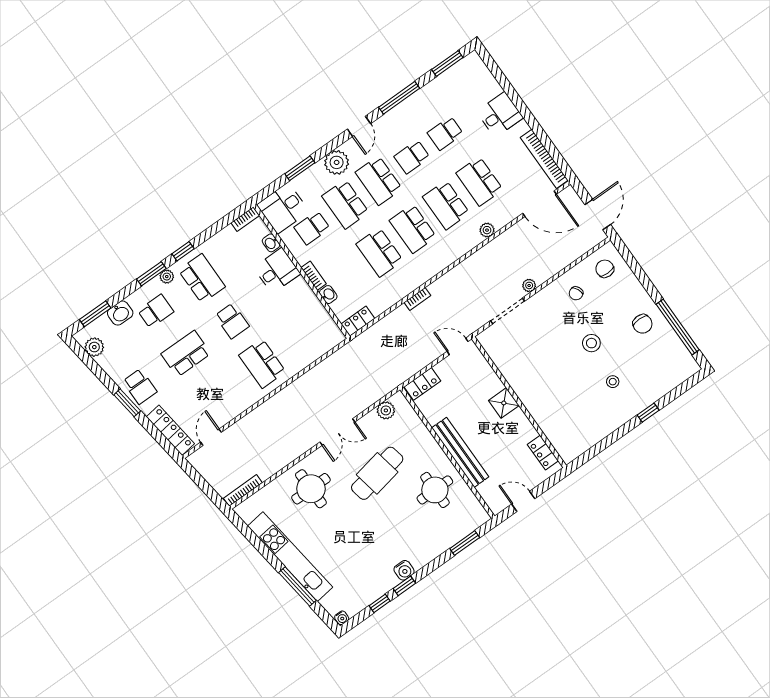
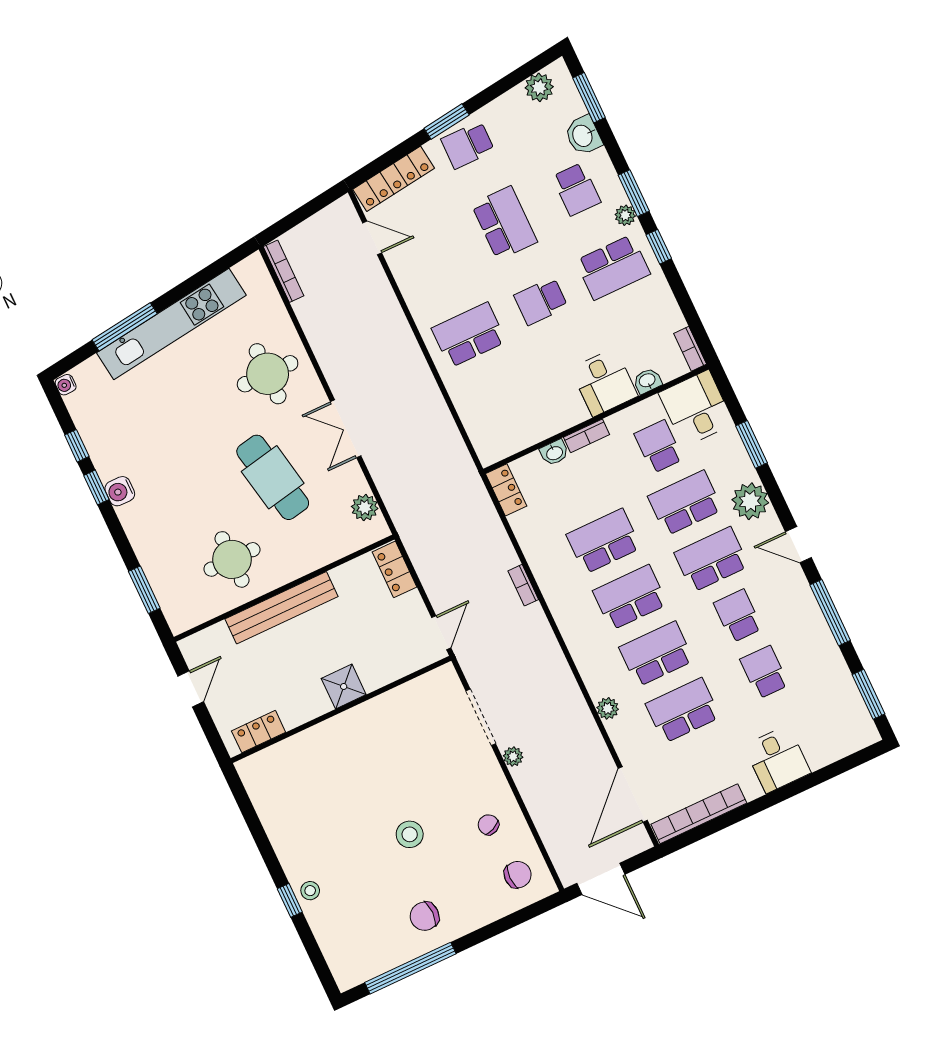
stool: (613, 382) -> (310, 891), moved

